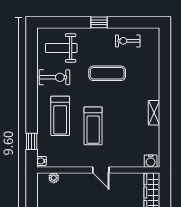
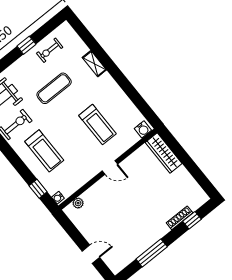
window: (99, 22) -> (26, 45), moved
shelving: (154, 113) -> (94, 64), moved
treadmill: (93, 126) -> (98, 125), moved

